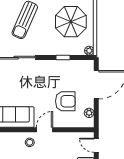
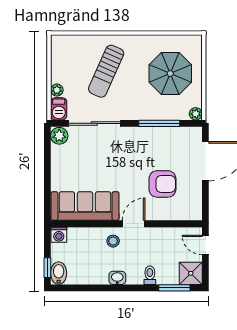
window: (63, 58) -> (159, 123), width x2.17
plant: (89, 113) -> (195, 200), removed

